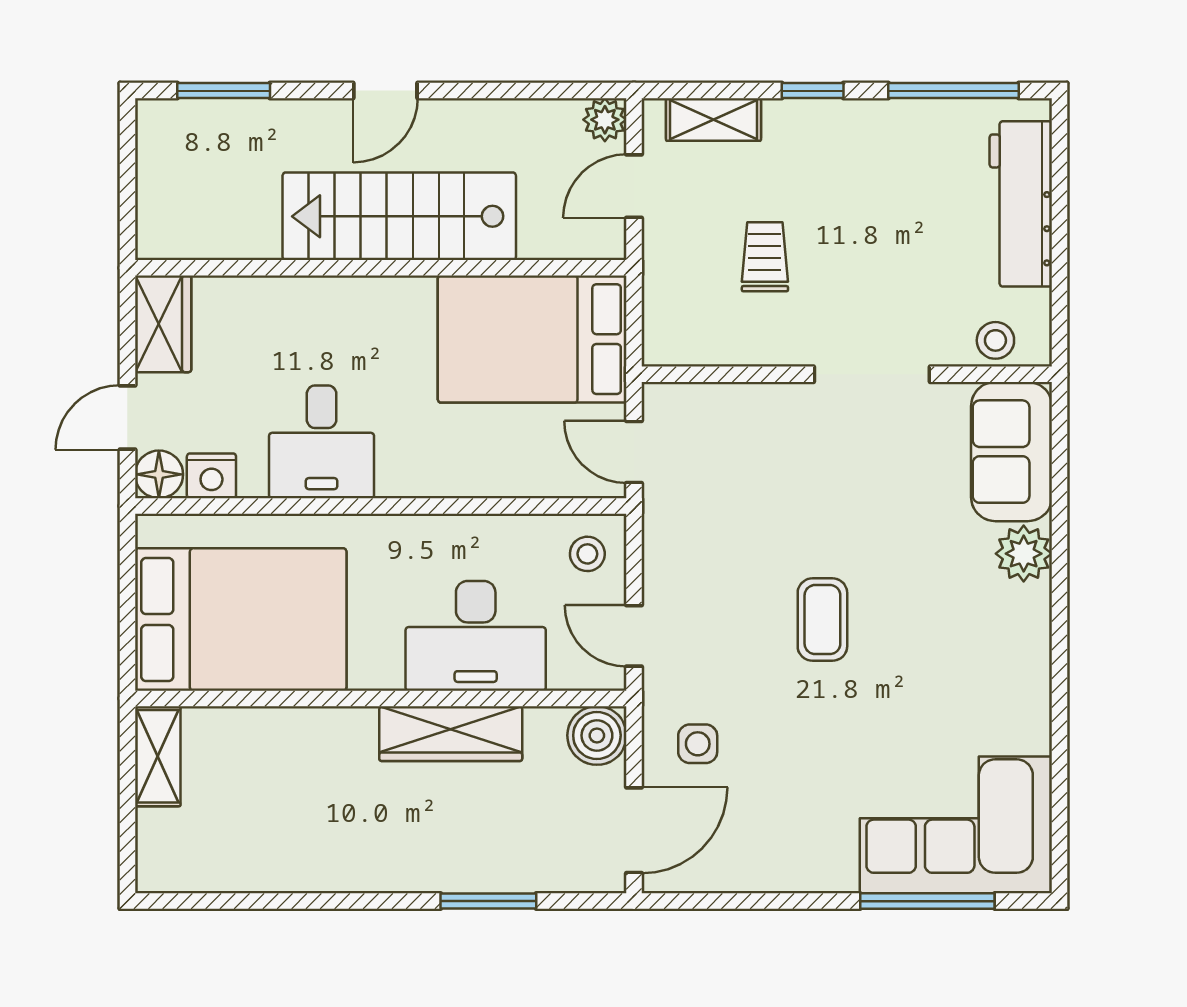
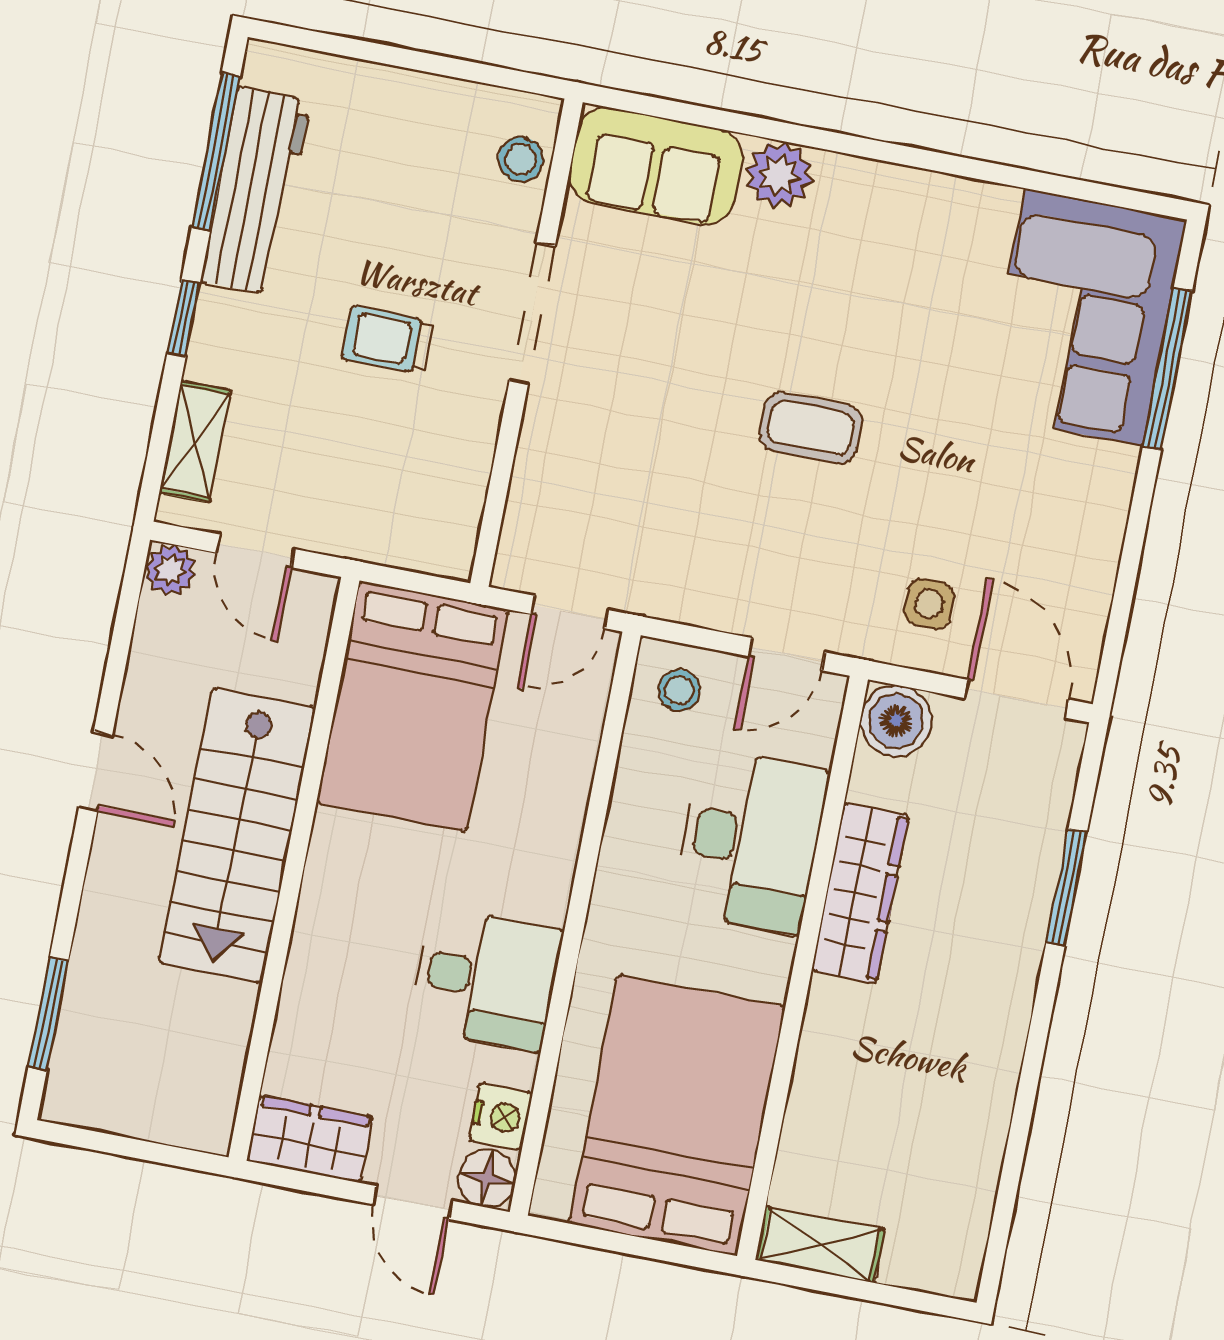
door: (385, 91) -> (95, 772), moved
workbench: (1021, 204) -> (256, 191), moved, turned -90
trolley: (765, 257) -> (387, 340), moved

